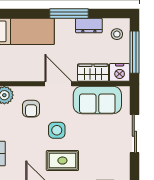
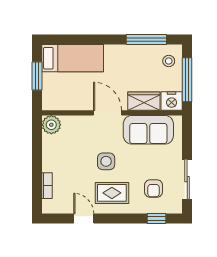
window: (69, 13) -> (146, 40), moved
dresser: (89, 26) -> (139, 52), removed
armchair: (31, 109) -> (154, 189), moved
sliding door: (134, 134) -> (187, 179), moved

